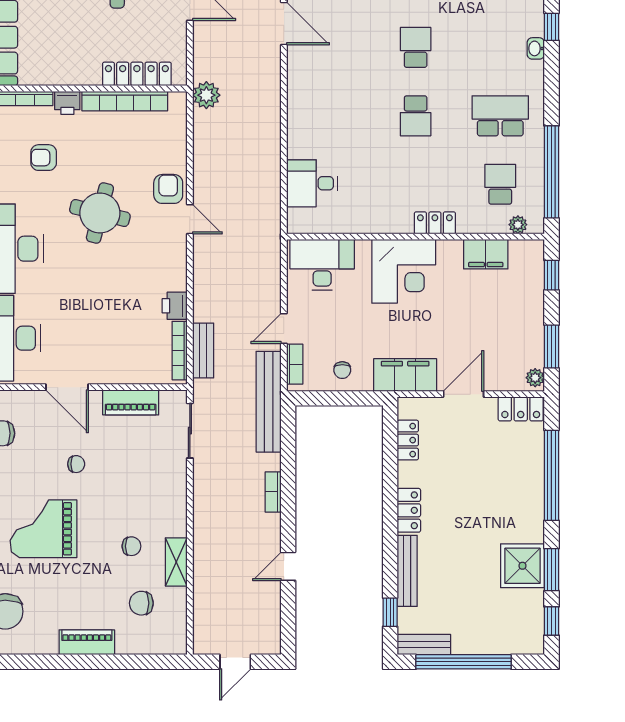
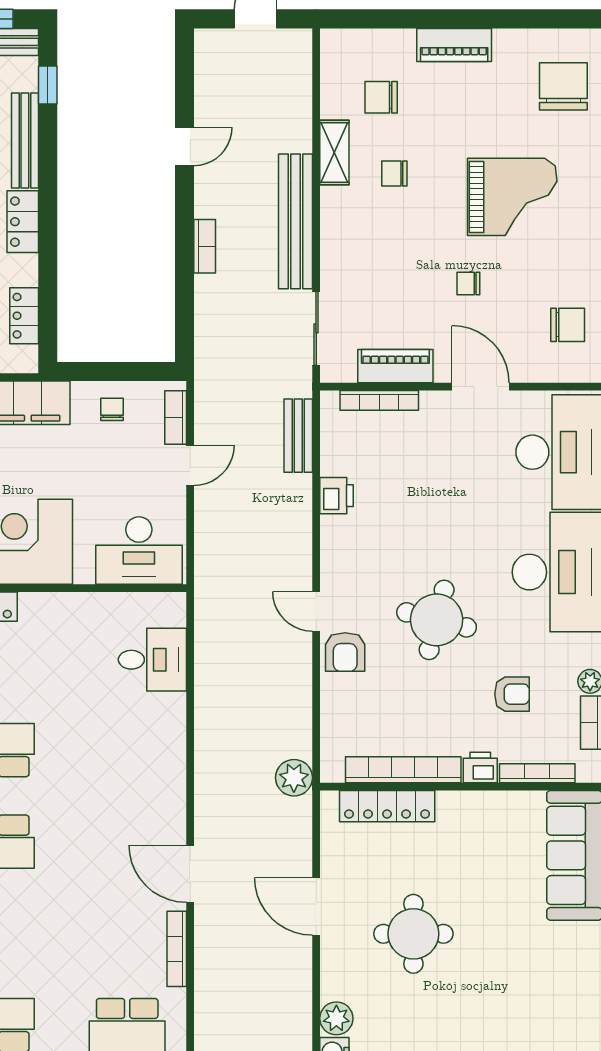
bookcase: (180, 351) -> (379, 400), moved, turned 90
bench: (269, 402) -> (296, 221), moved
chair: (141, 603) -> (381, 97), turned 180

